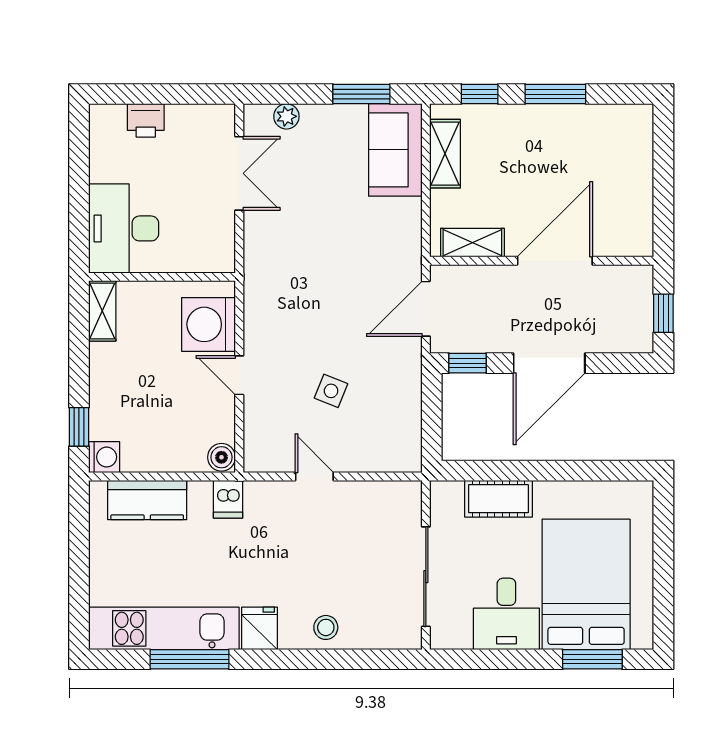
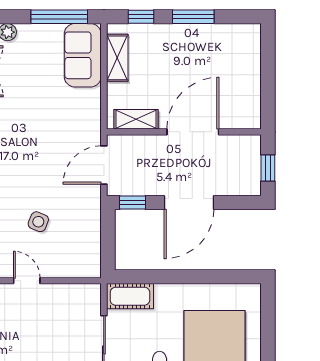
window: (361, 94) -> (59, 17), width x1.44
cot: (499, 499) -> (130, 296), moved

